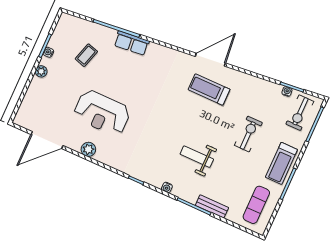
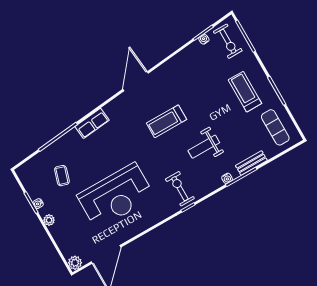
row of seats: (132, 43) -> (92, 123), moved
treadmill: (209, 89) -> (167, 121), moved
reception desk: (102, 113) -> (116, 196), width x1.36, depth x1.30
exercise bike: (248, 134) -> (180, 189), moved
plant: (88, 149) -> (75, 263), moved
treadmill: (281, 163) -> (245, 92), moved, turned 180
water cooler: (167, 187) -> (227, 178), moved

